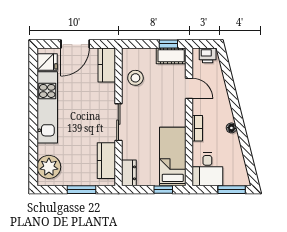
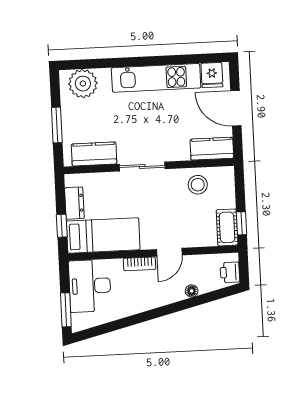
door: (189, 88) -> (169, 252), moved
floor lamp: (231, 128) -> (192, 291), moved
desk: (207, 169) -> (90, 286), width x1.37
dresser: (129, 173) -> (74, 203), moved, turned -90

